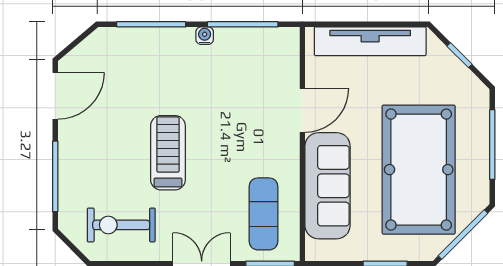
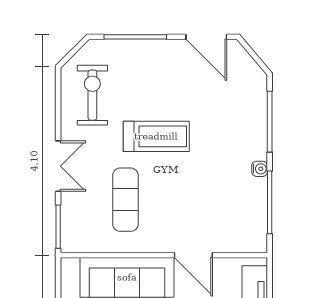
exercise mat: (264, 214) -> (125, 200), moved, turned 90

